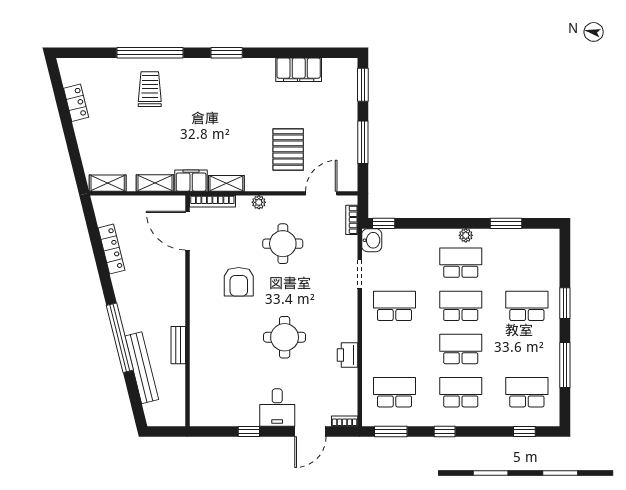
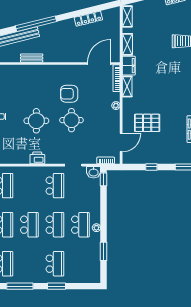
window: (363, 142) -> (151, 167), width x0.46
door: (321, 193) -> (121, 142), hinge flipped
round table: (283, 244) -> (71, 120), moved
printer: (347, 355) -> (37, 158), moved

